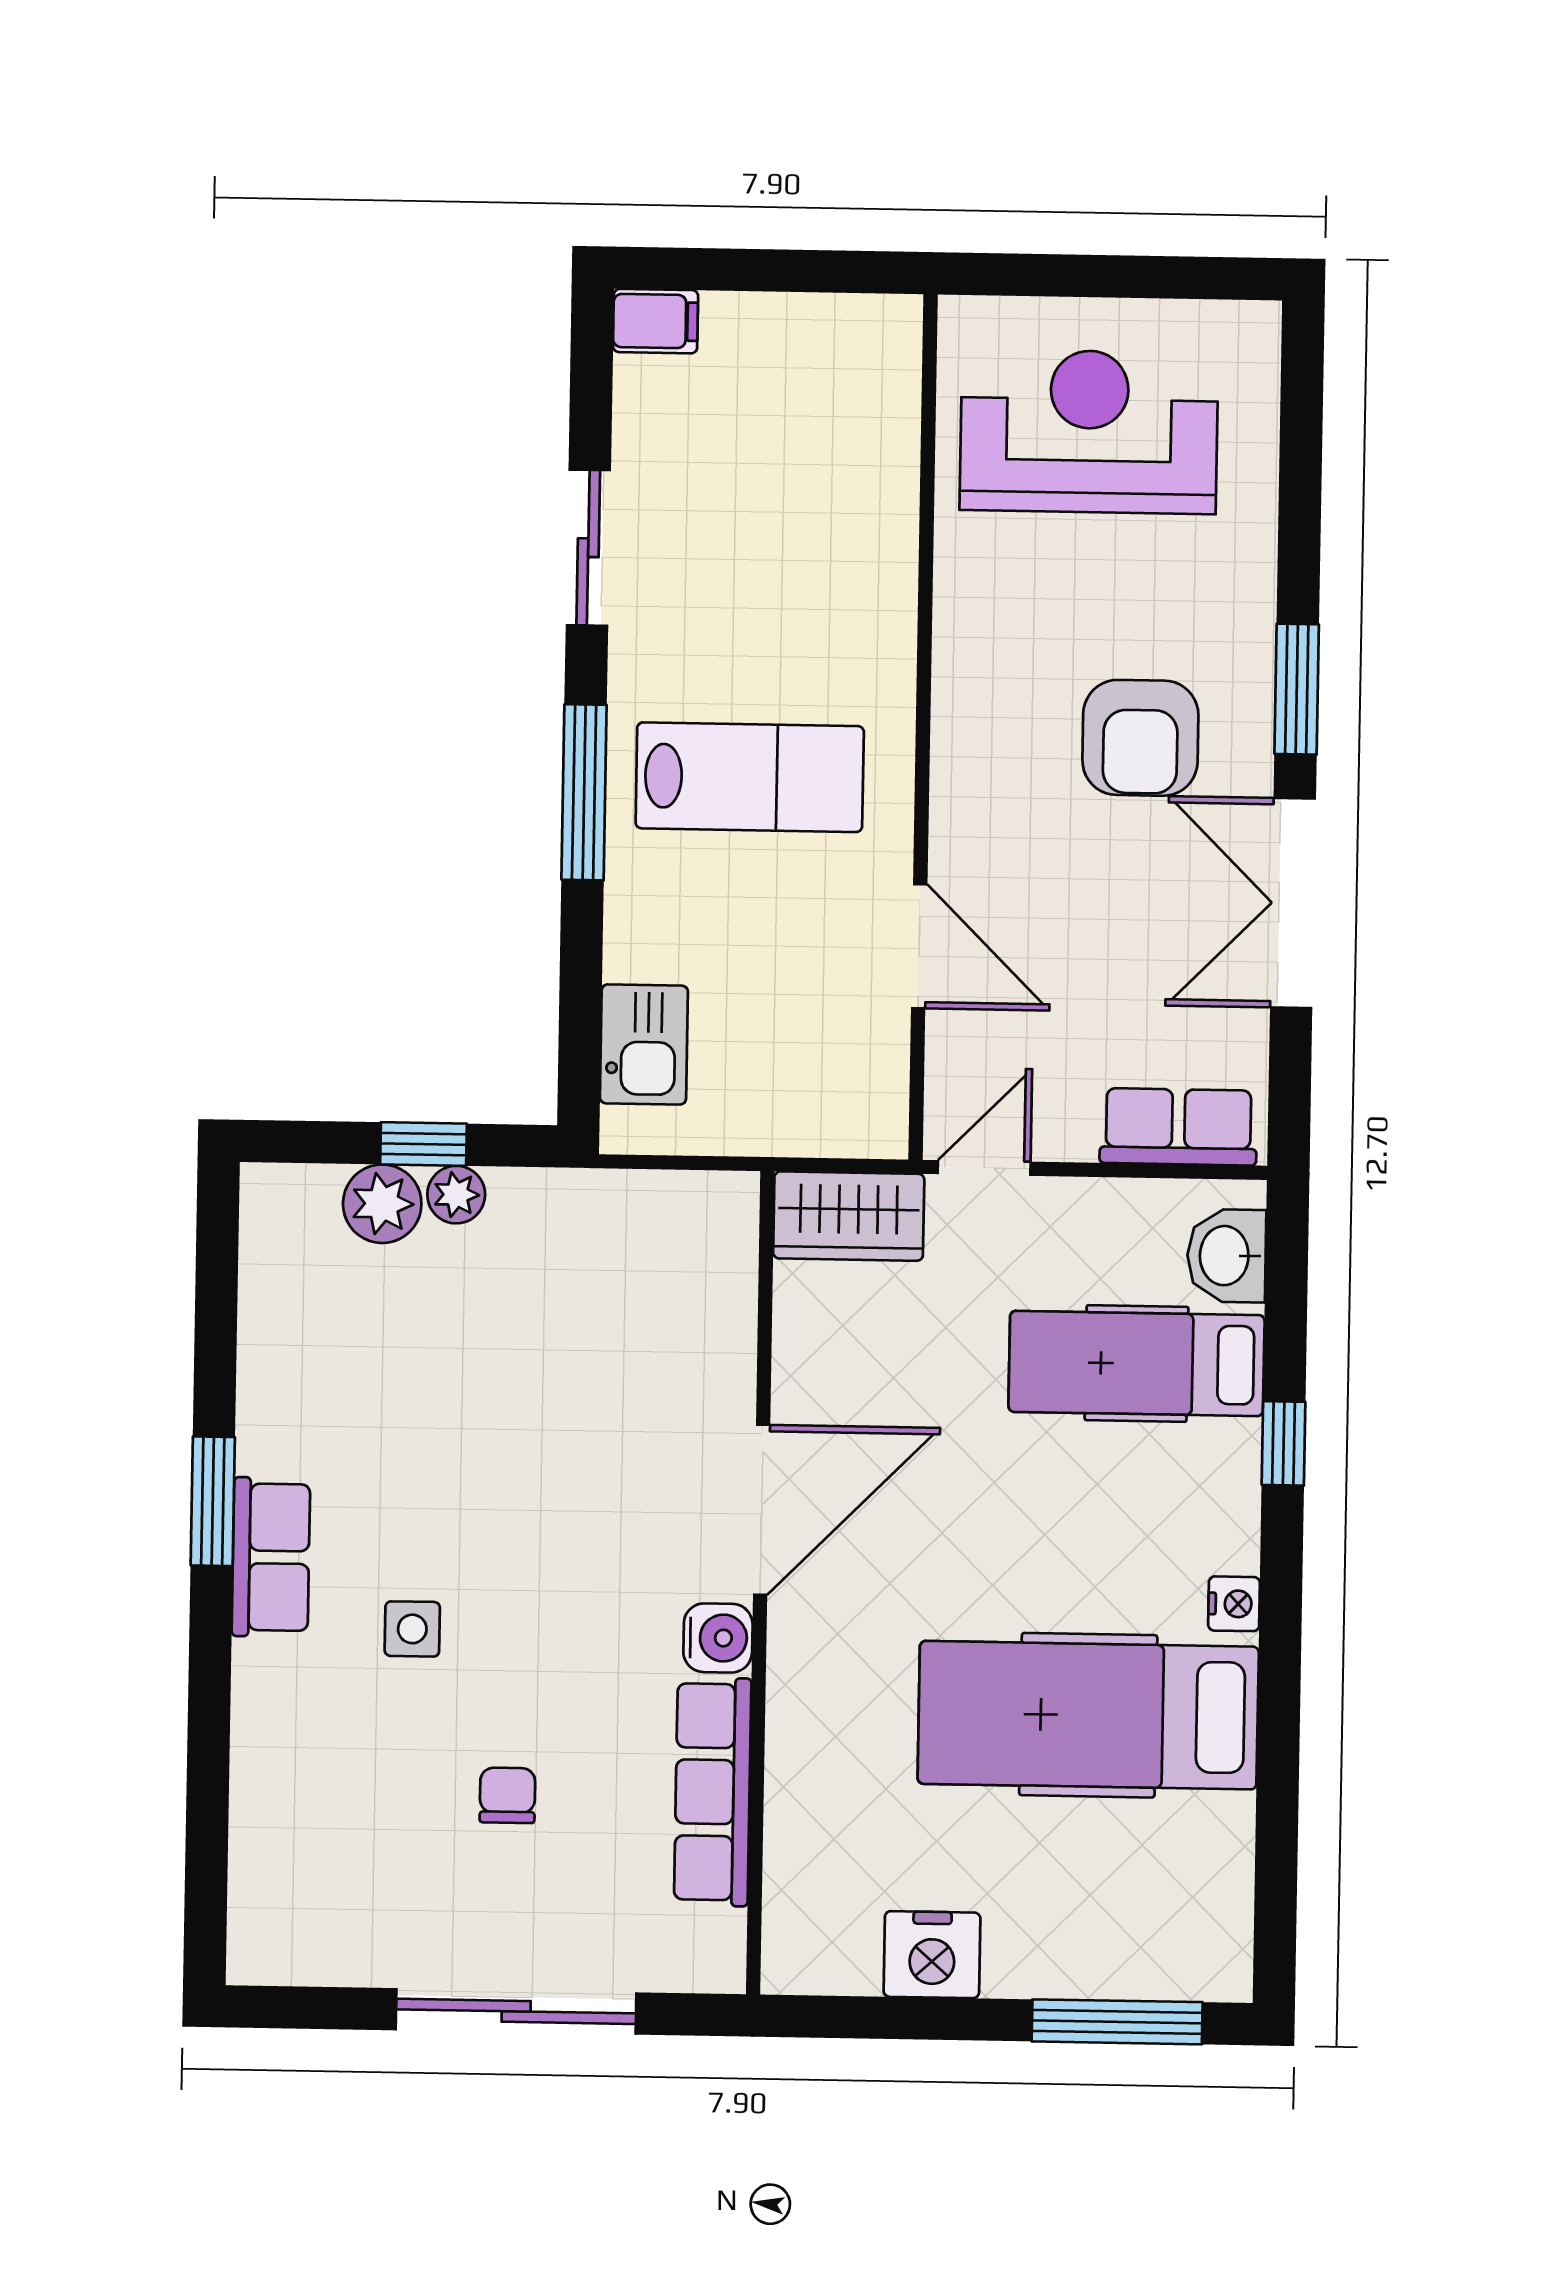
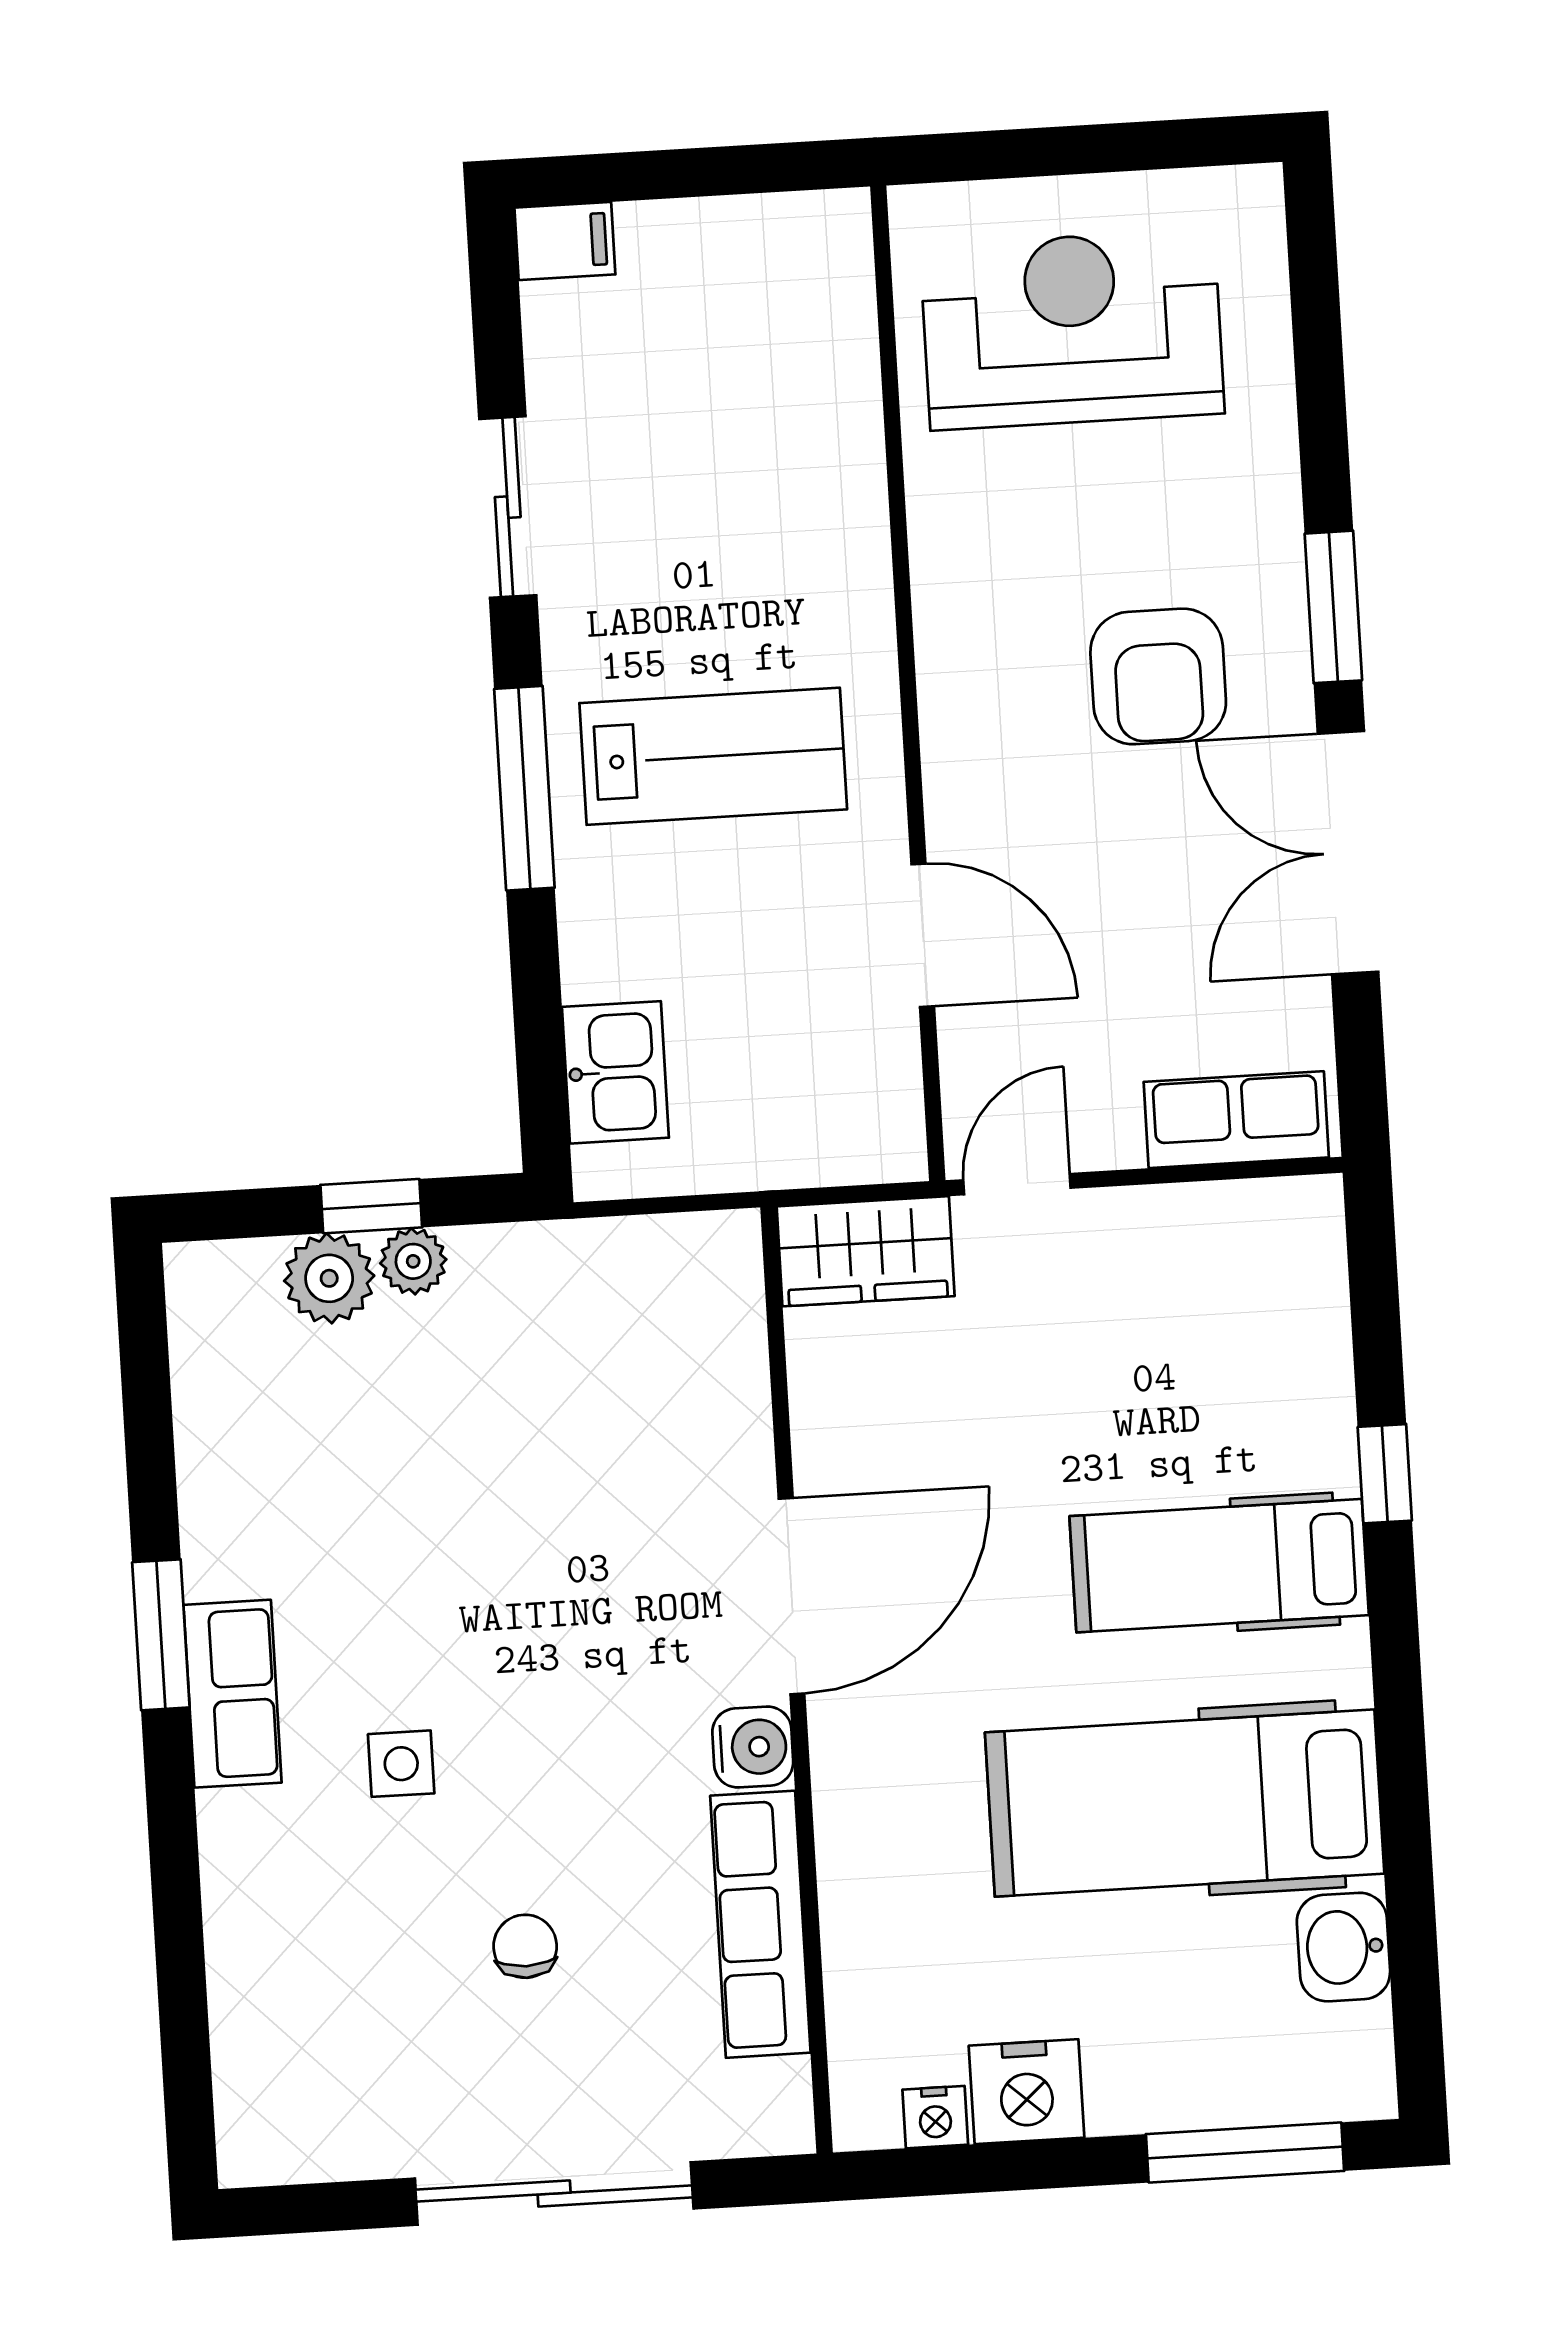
washbasin: (1227, 1256) -> (1343, 1947), moved
hospital bed: (1137, 1363) -> (1219, 1566), moved
nightstand: (1234, 1604) -> (935, 2117), moved, turned 90

